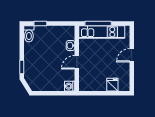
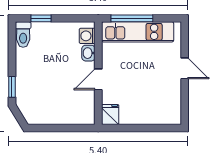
door: (132, 55) -> (185, 68), swing flipped
fridge: (112, 85) -> (110, 114), moved
washing machine: (70, 86) -> (87, 36), moved

